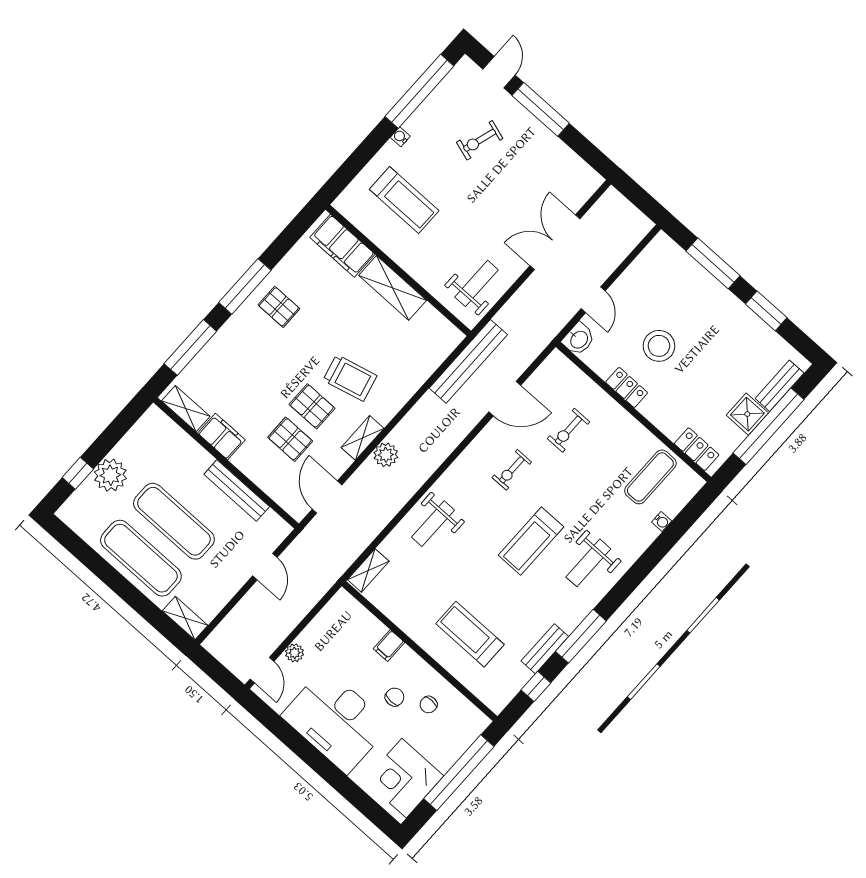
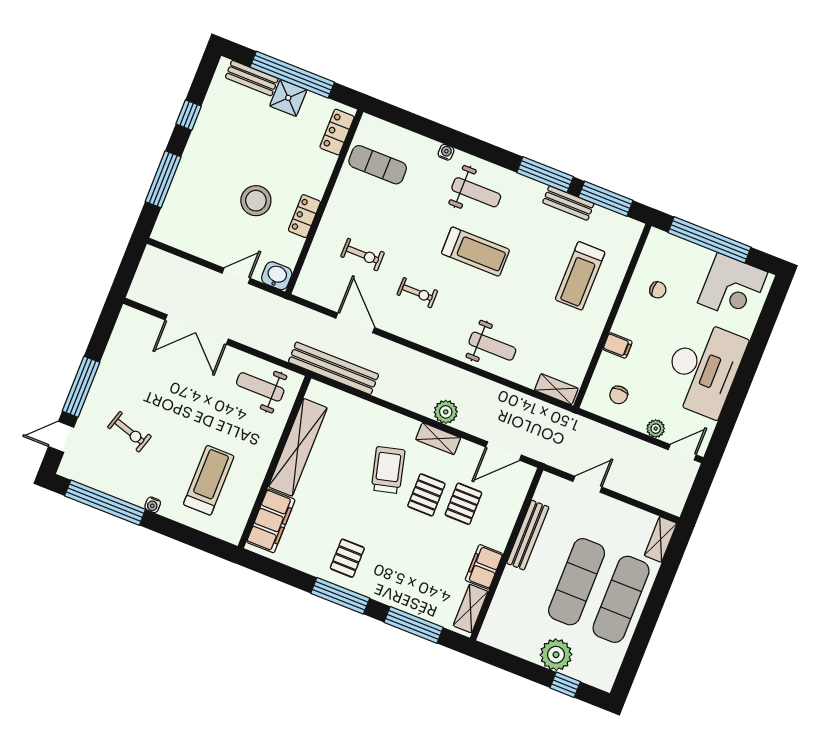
shelving: (393, 288) -> (298, 447), width x1.47
window: (766, 311) -> (189, 115), width x0.67
water cooler: (662, 522) -> (446, 152), moved
window: (536, 686) -> (606, 199), width x2.17
chair: (395, 697) -> (619, 395), moved, turned -90

